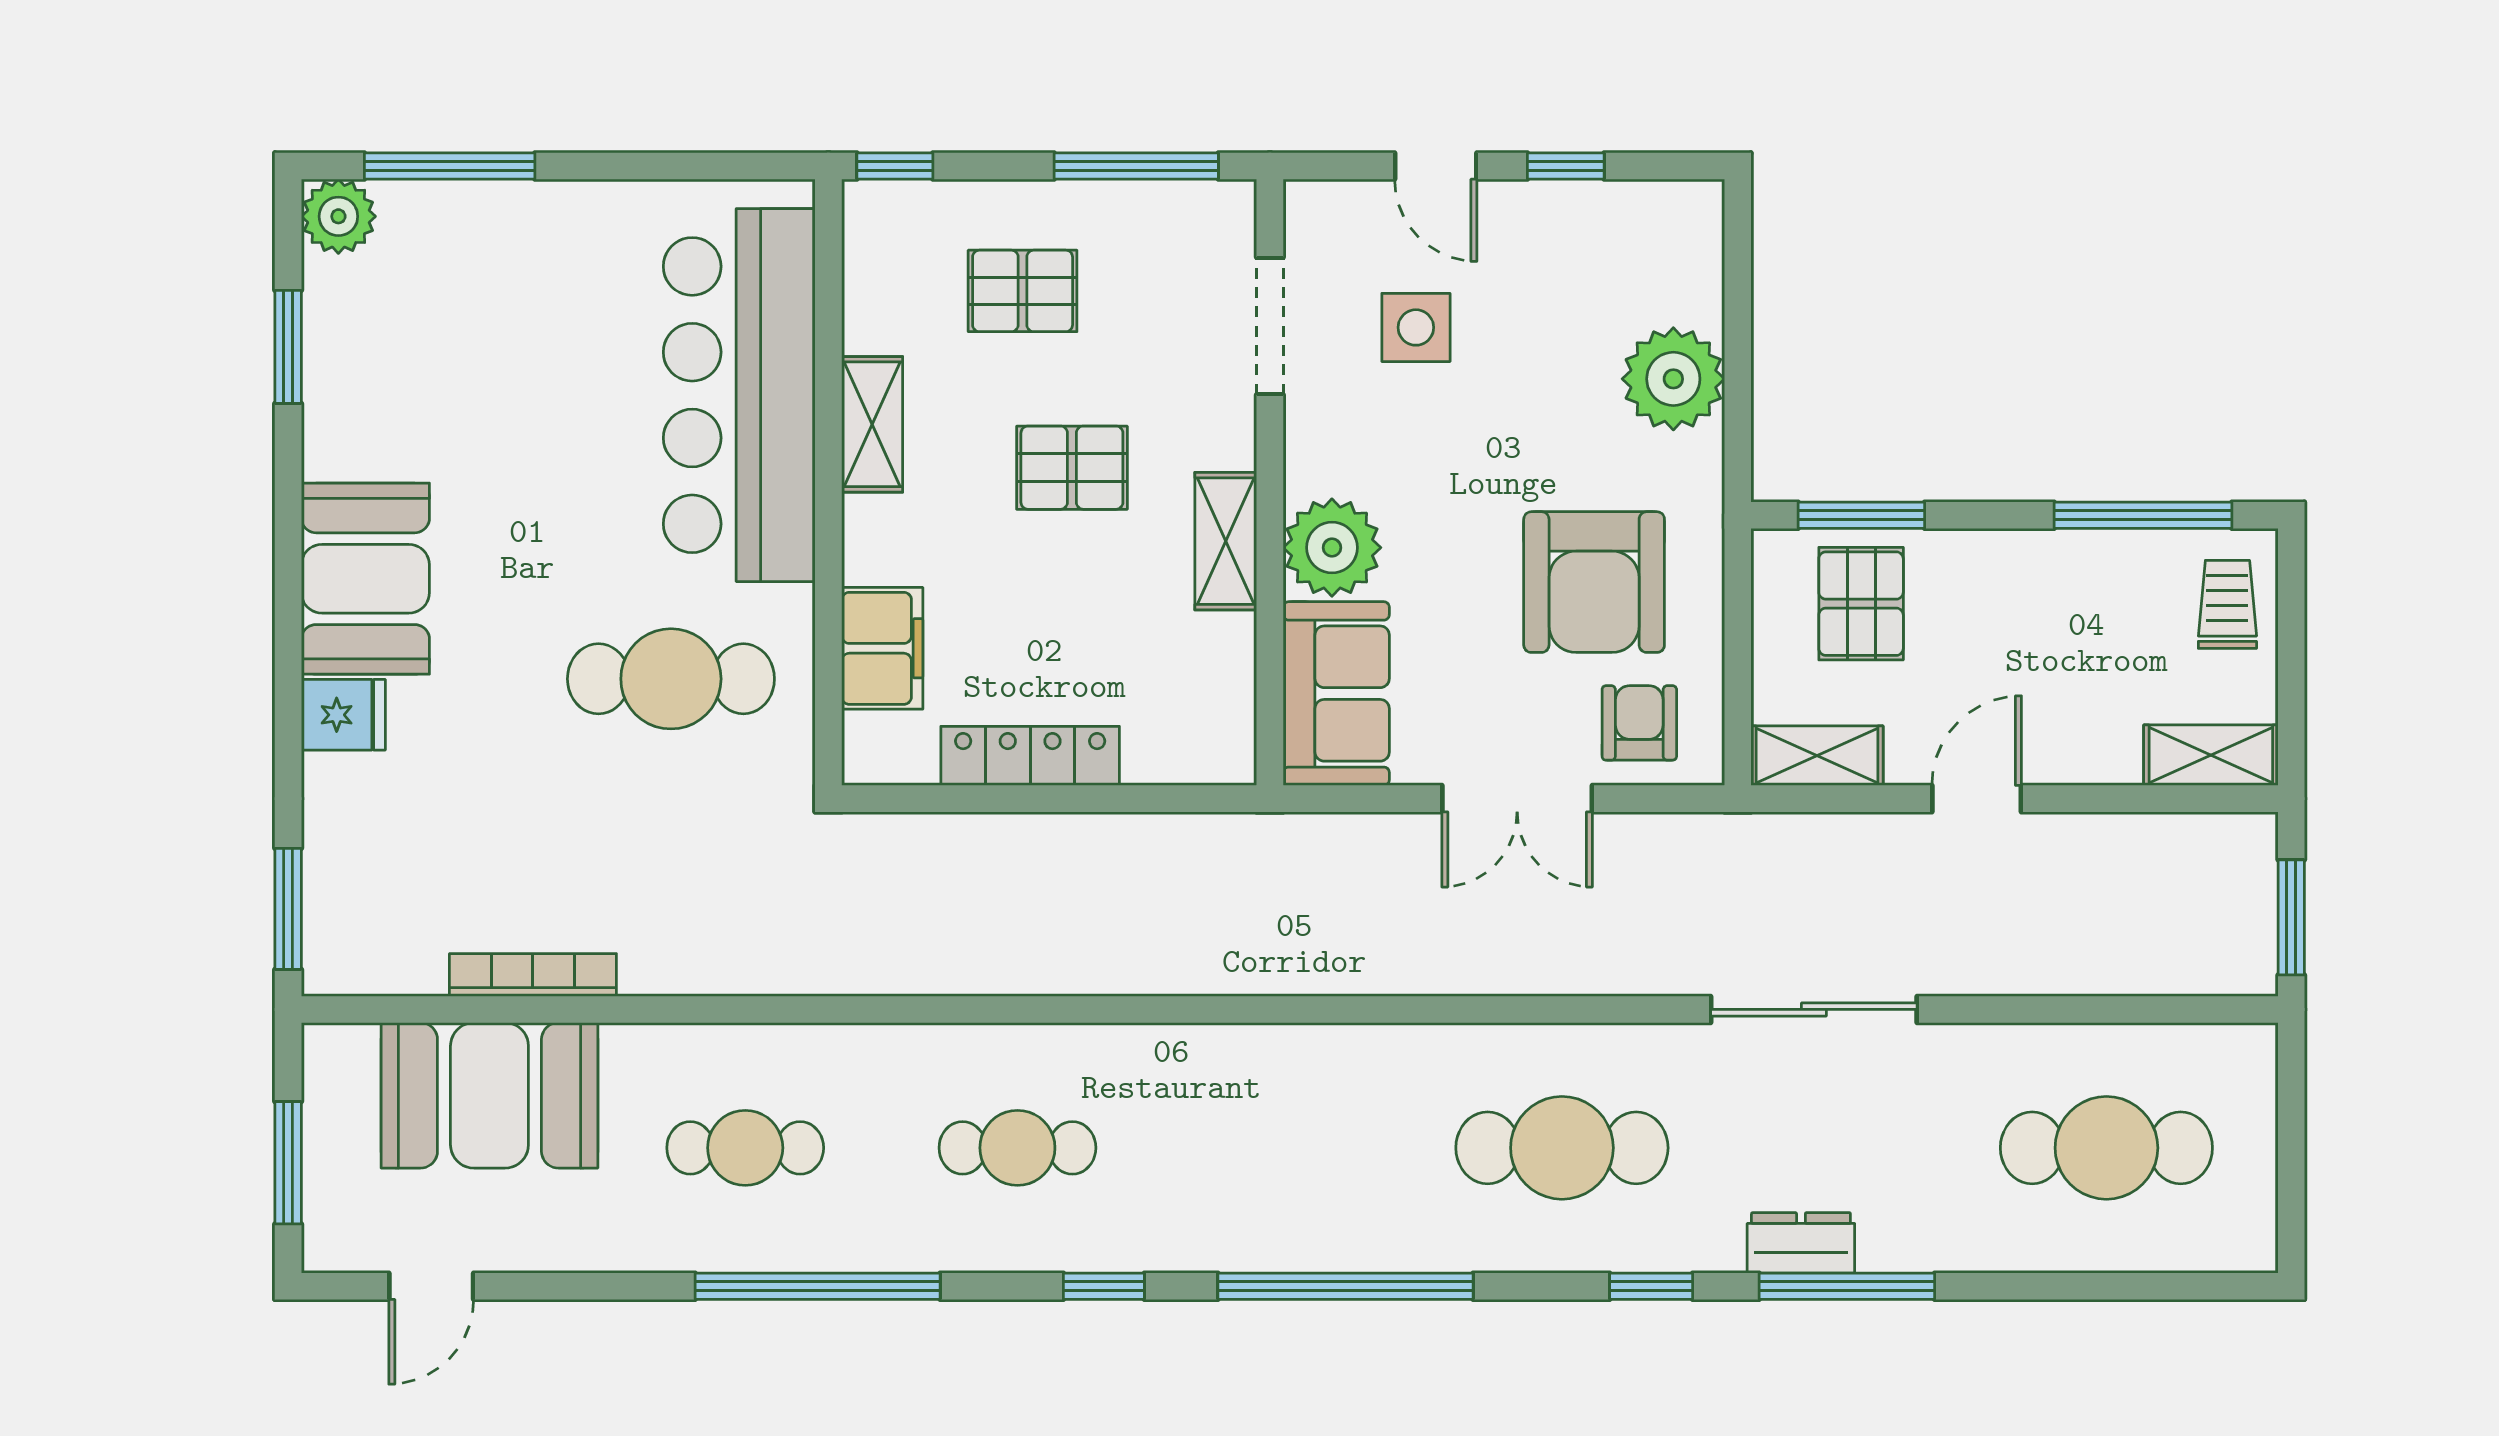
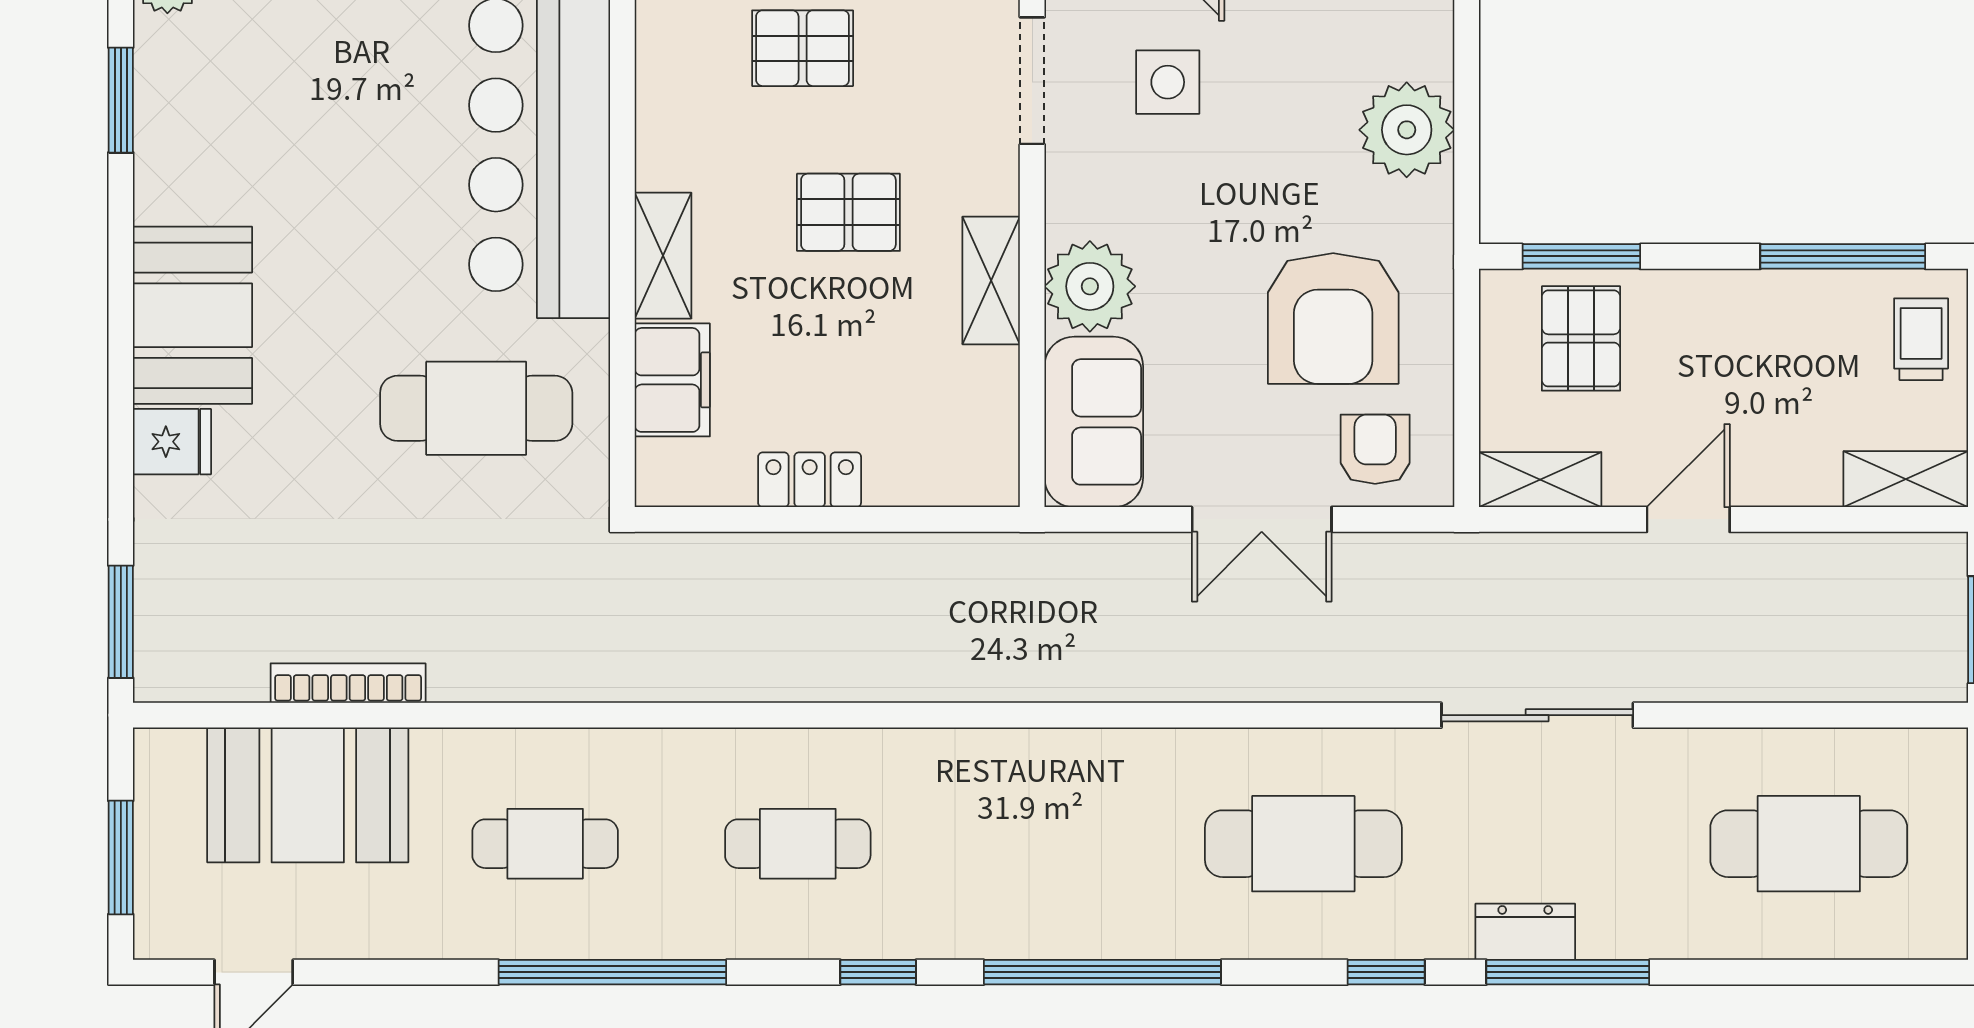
shelving: (872, 424) -> (663, 256), moved
locker: (1030, 756) -> (810, 480), width x0.66

